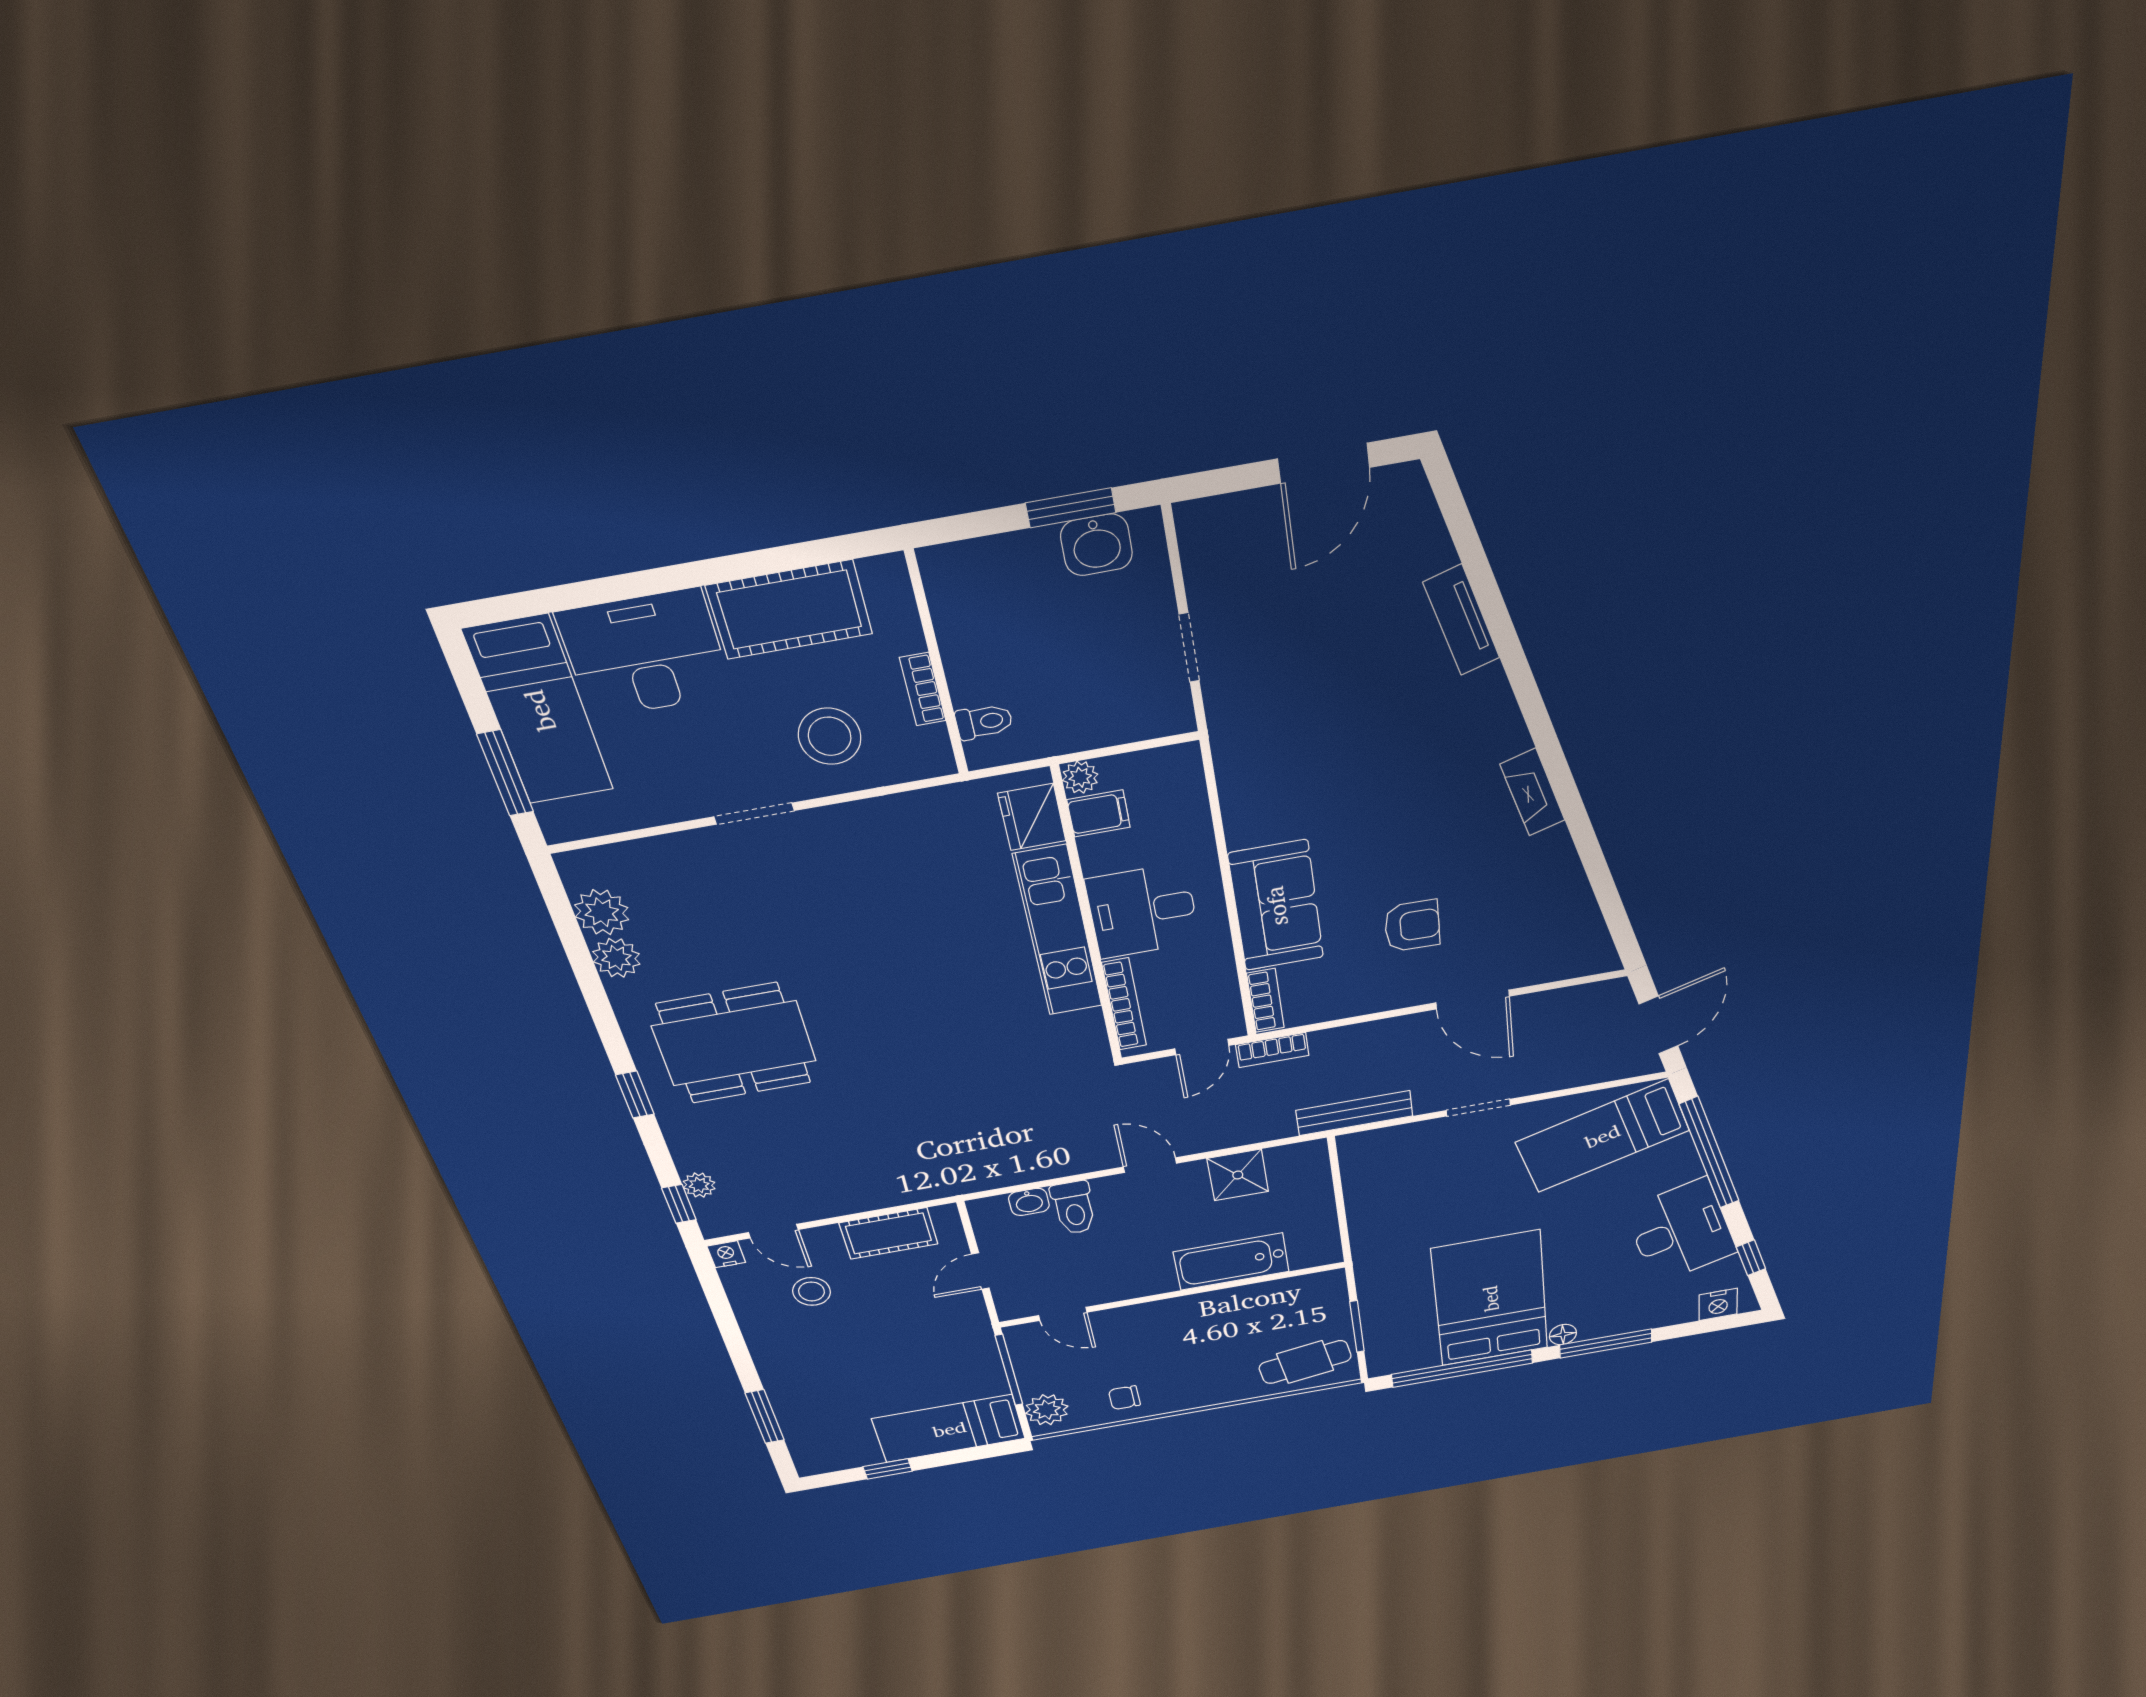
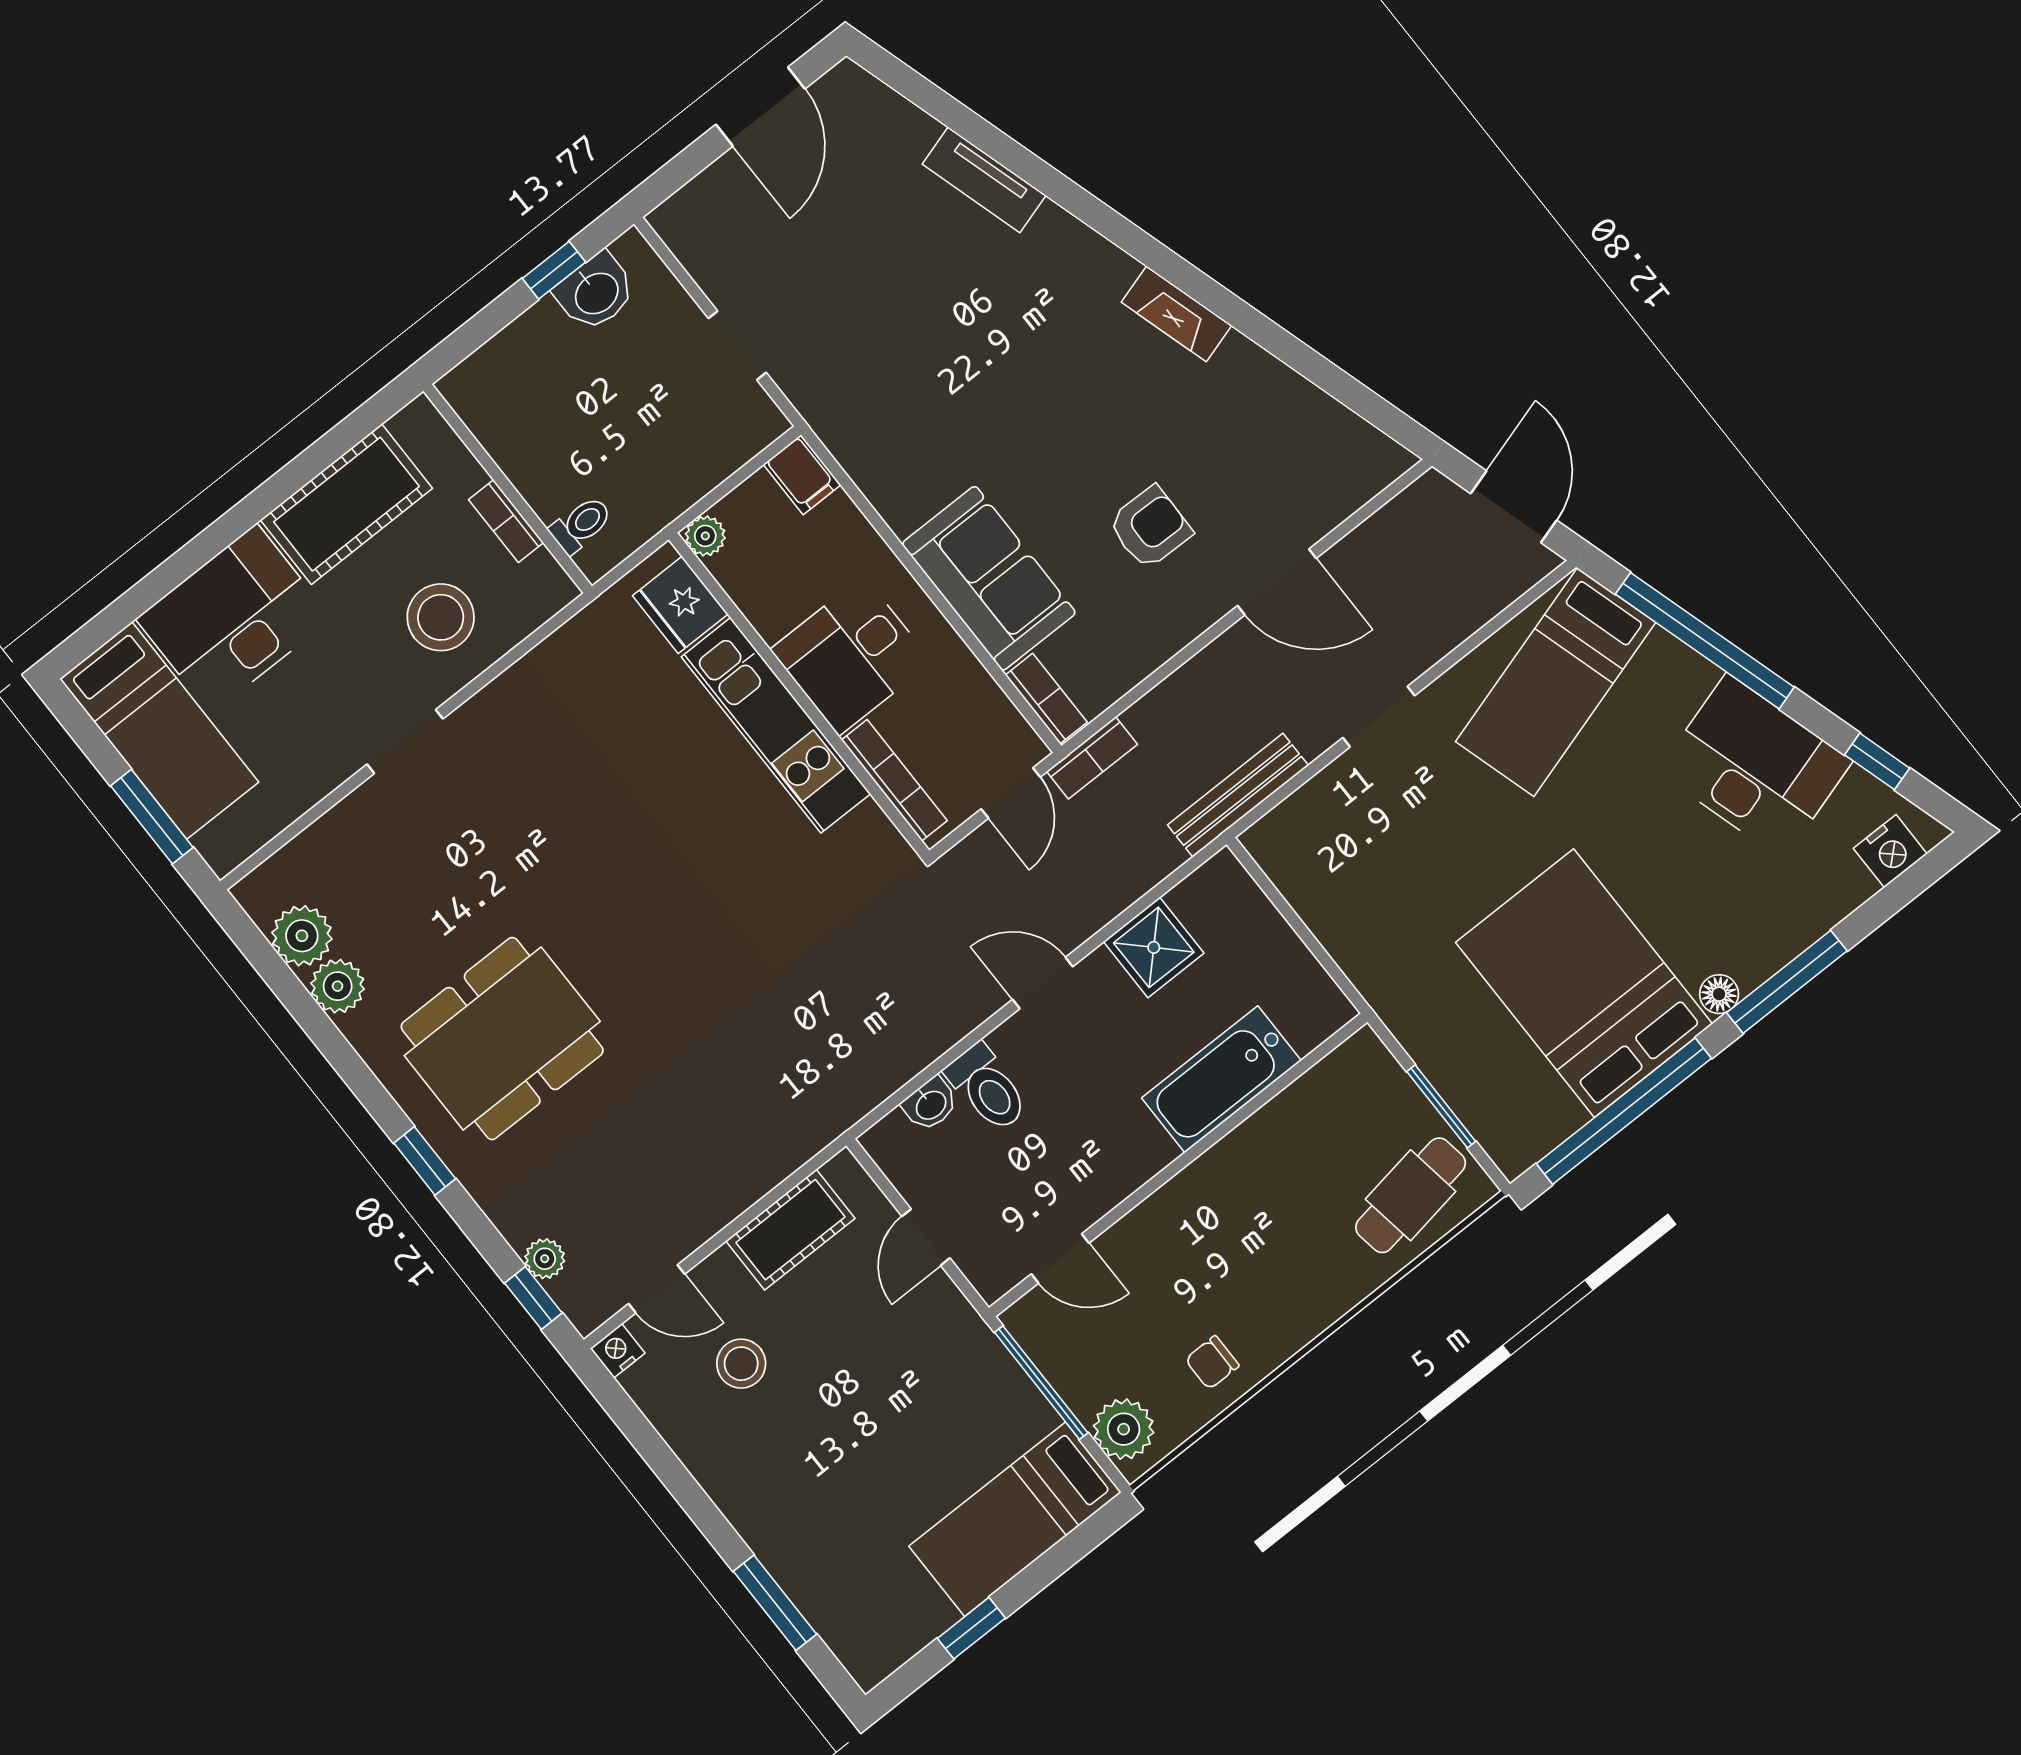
window: (1071, 508) -> (554, 270), width x0.67
filing cabinet: (1099, 813) -> (802, 475), moved, turned 90

